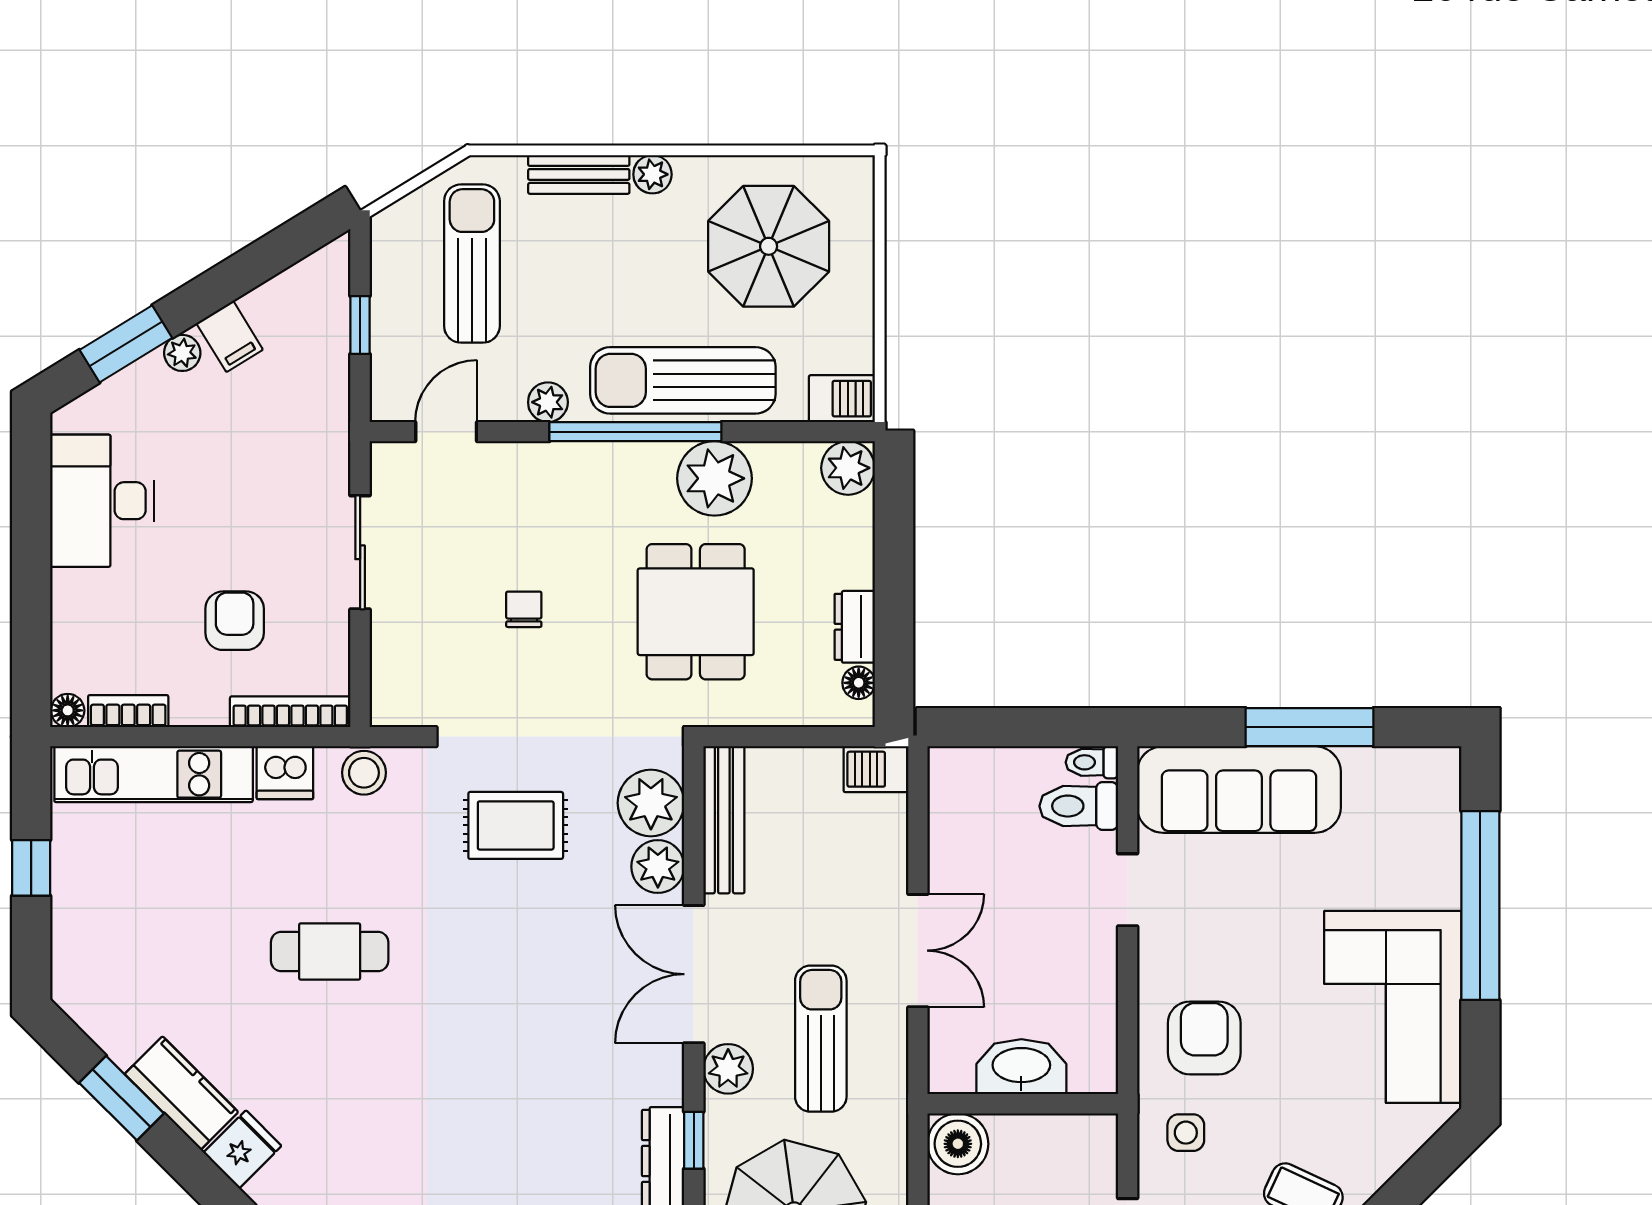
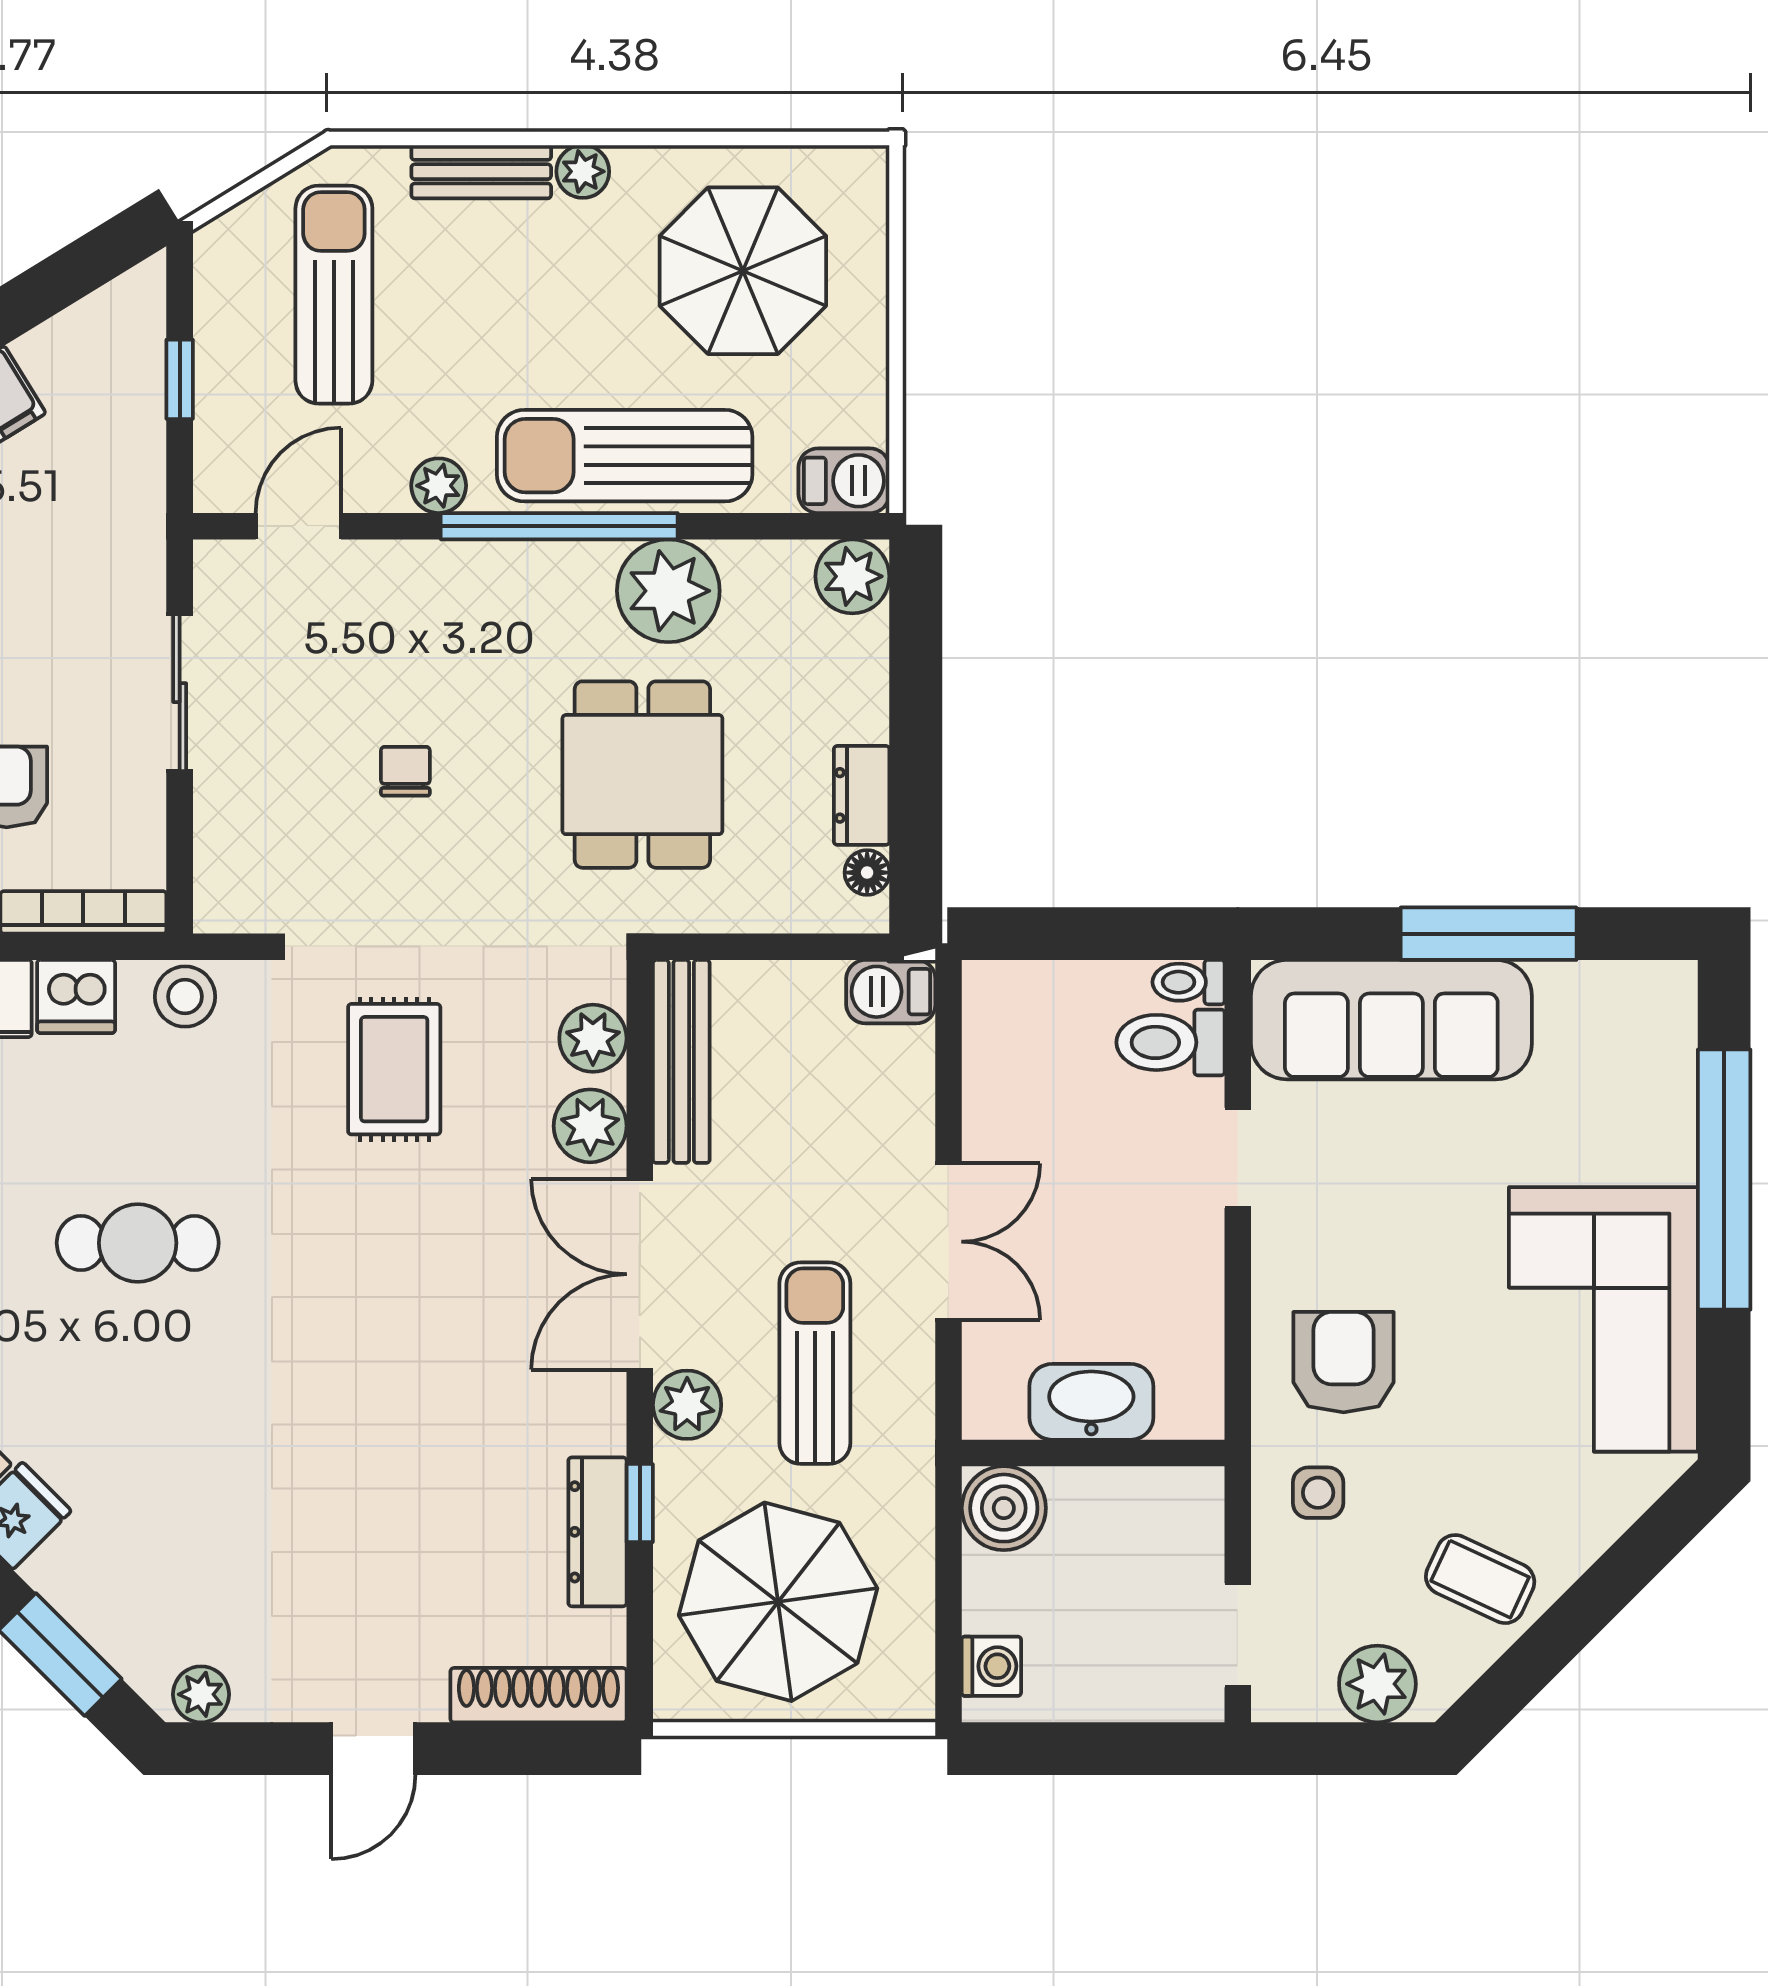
plant: (651, 803) -> (593, 1038), width x0.73, depth x0.73
rug: (516, 825) -> (394, 1069), turned 90

